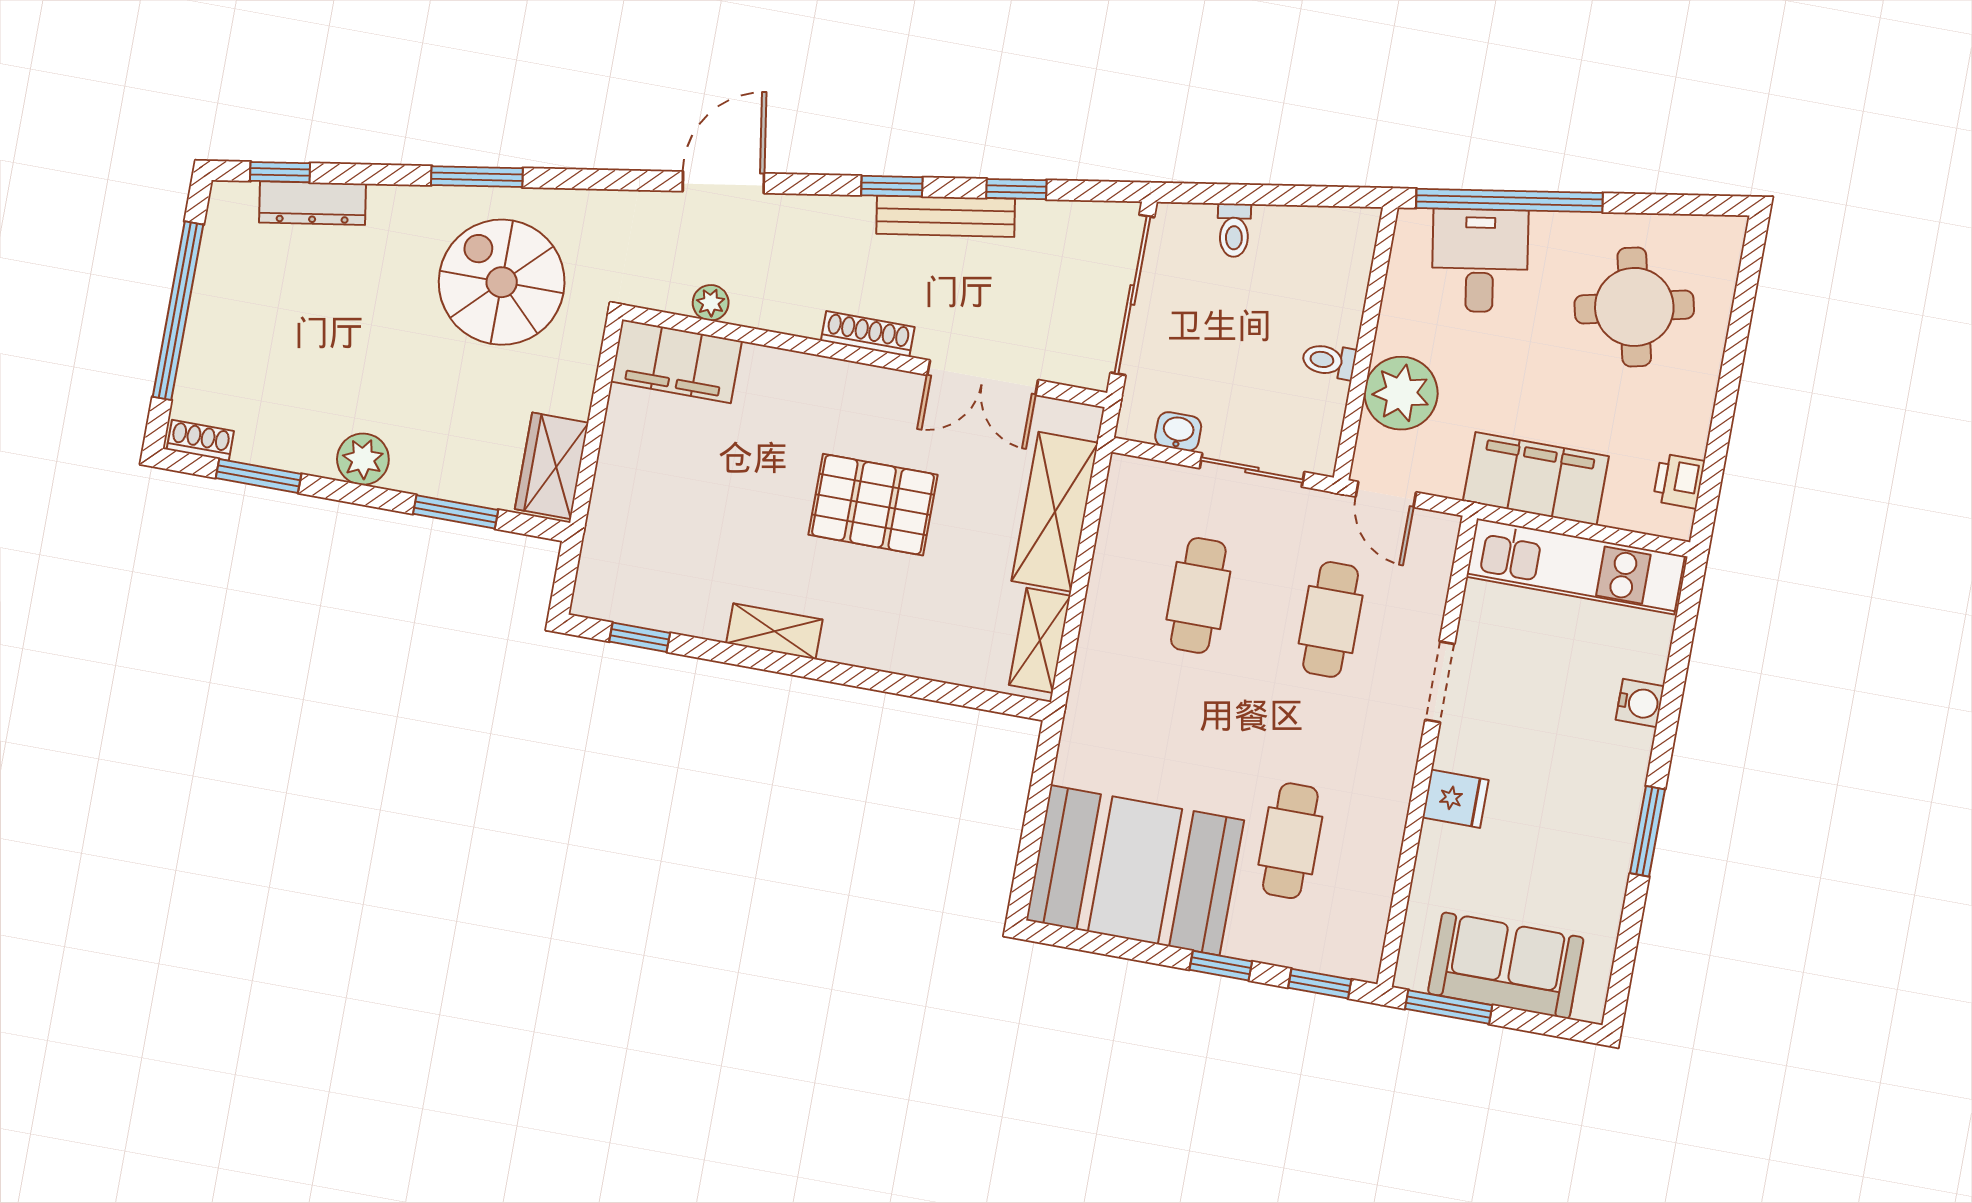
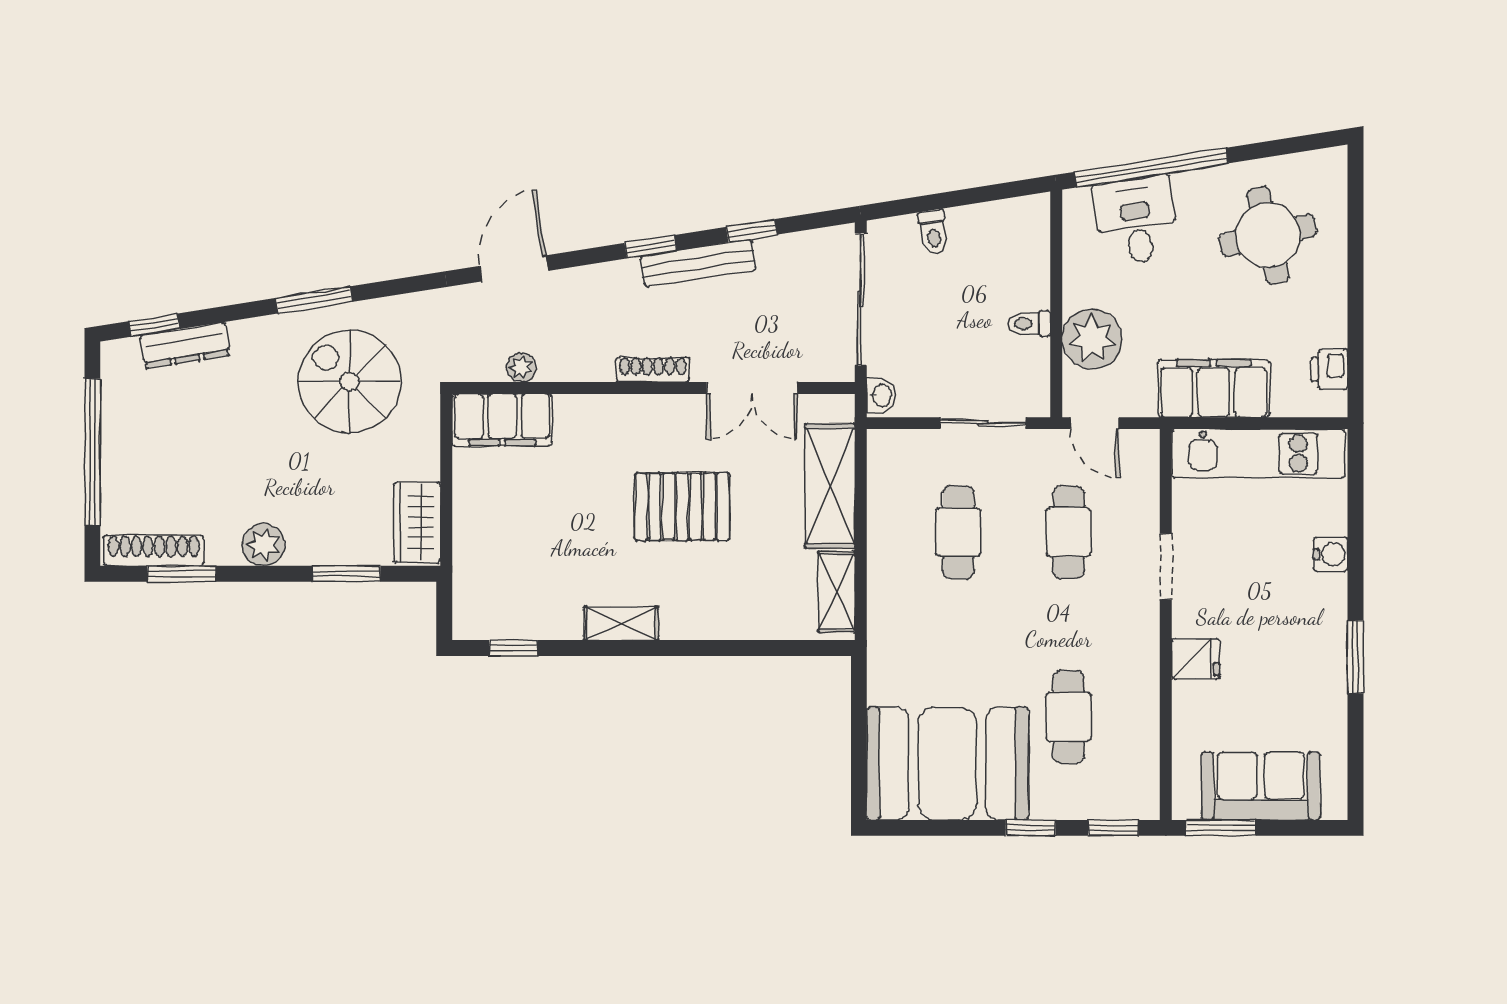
washbasin: (1178, 432) -> (881, 395), moved, turned 90
shoe rack: (200, 440) -> (154, 550), width x1.94, depth x1.24

